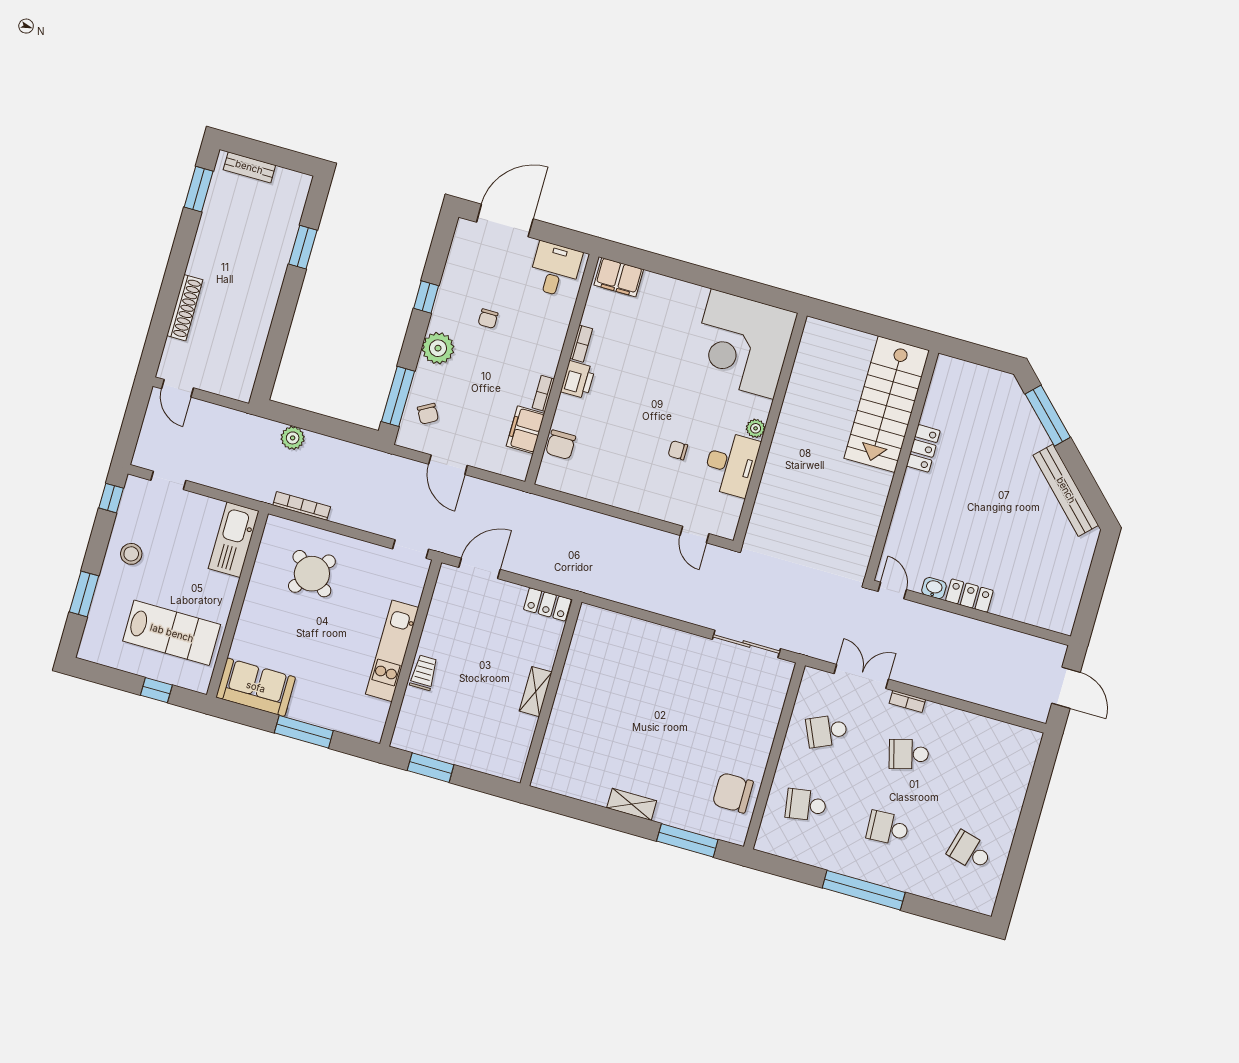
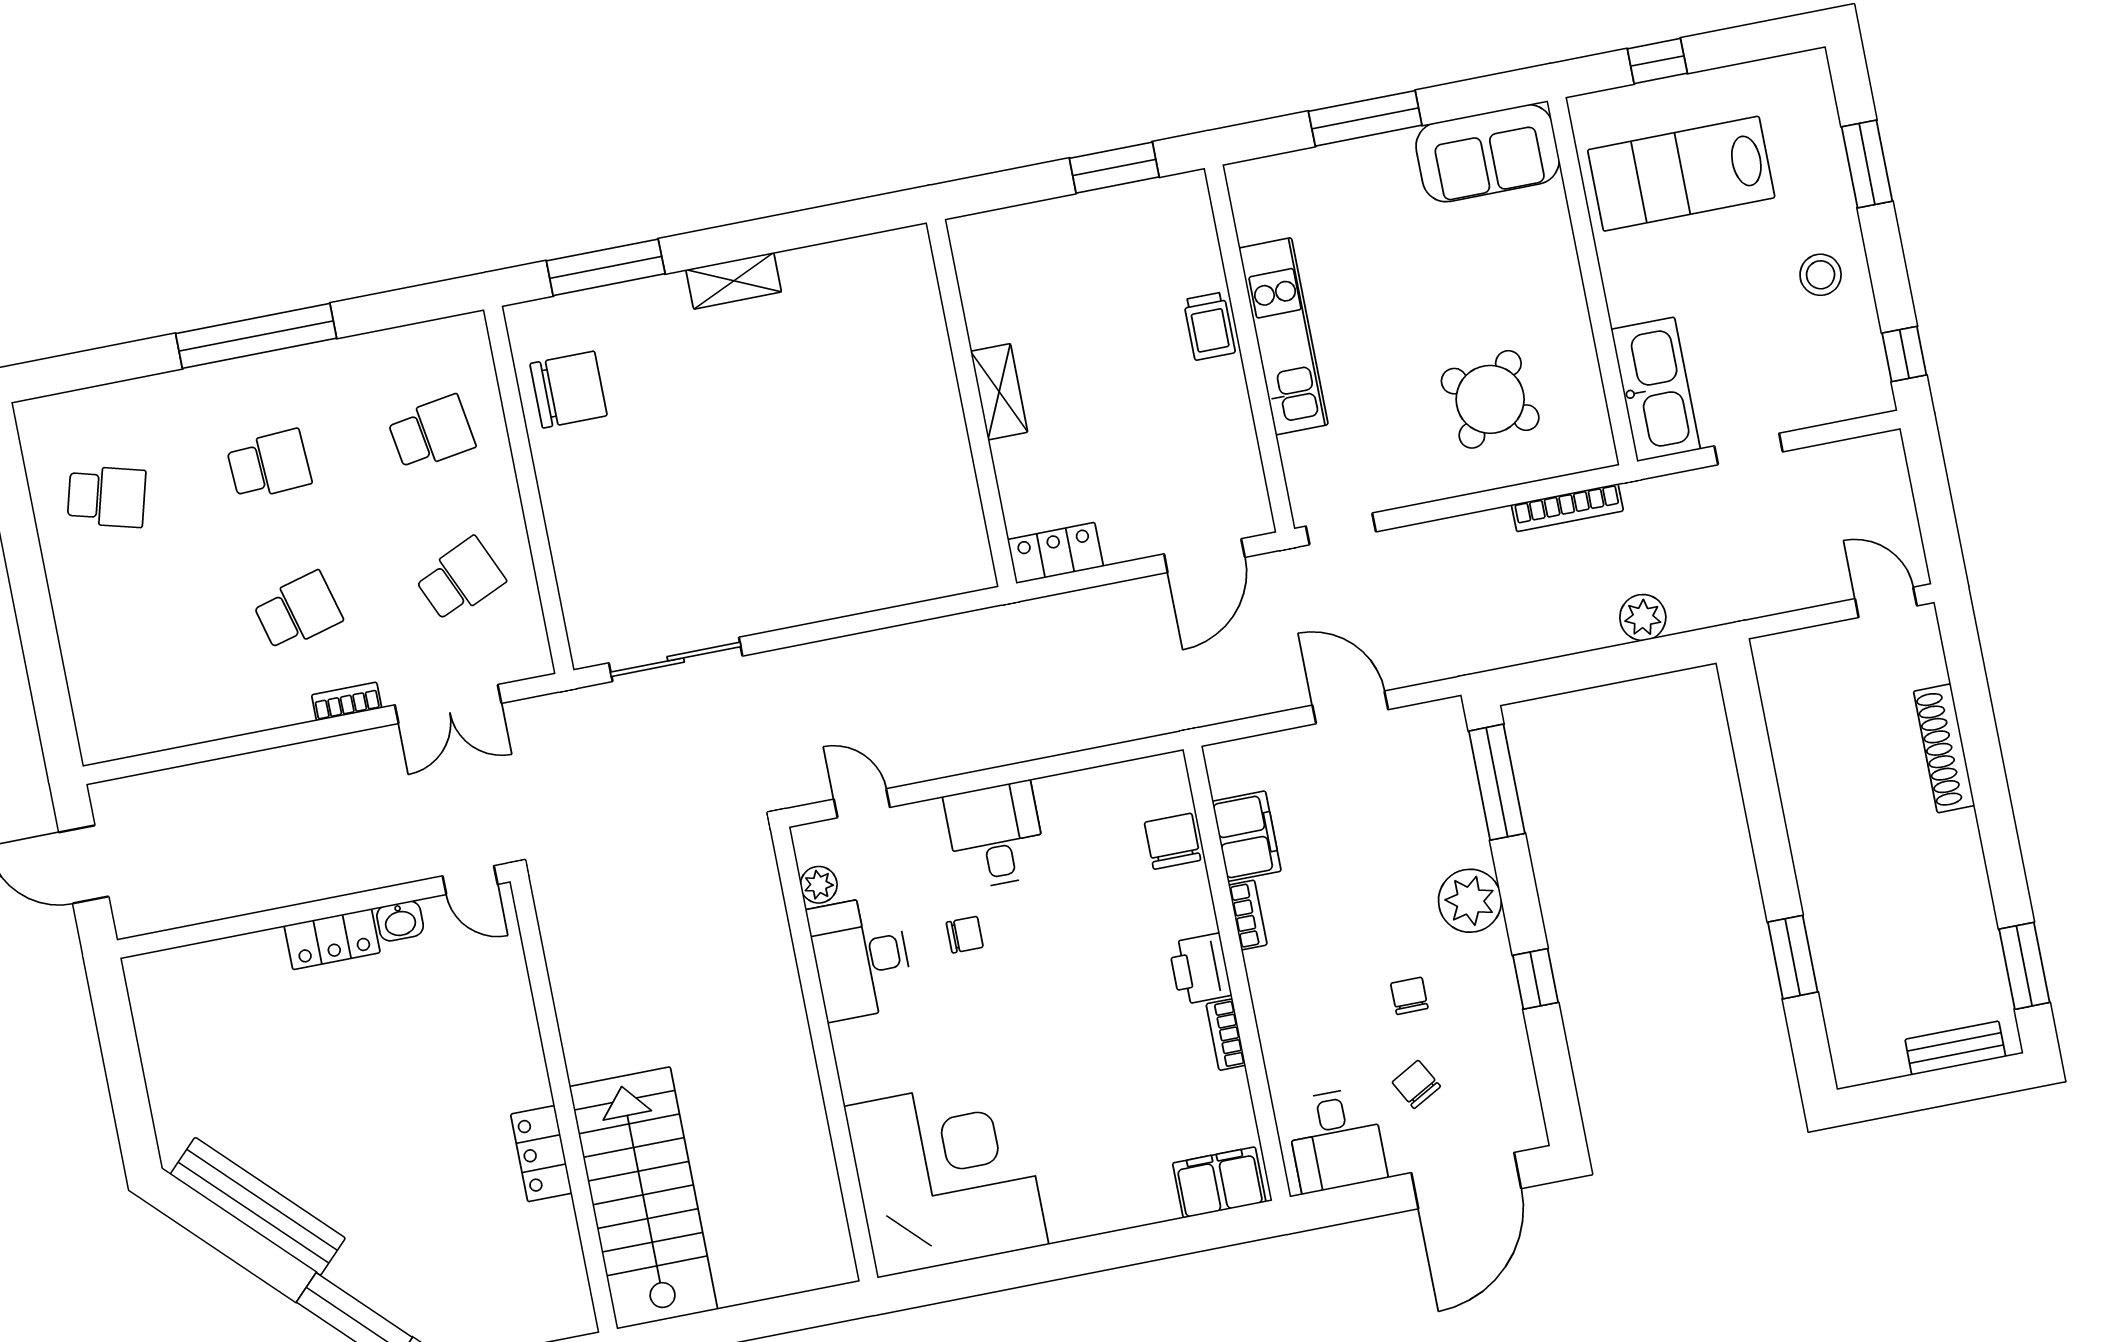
chair: (428, 414) -> (1416, 1084), moved
plant: (756, 428) -> (819, 885), moved
doorway: (168, 480) -> (1749, 449), moved
desk: (641, 489) -> (995, 835), added

